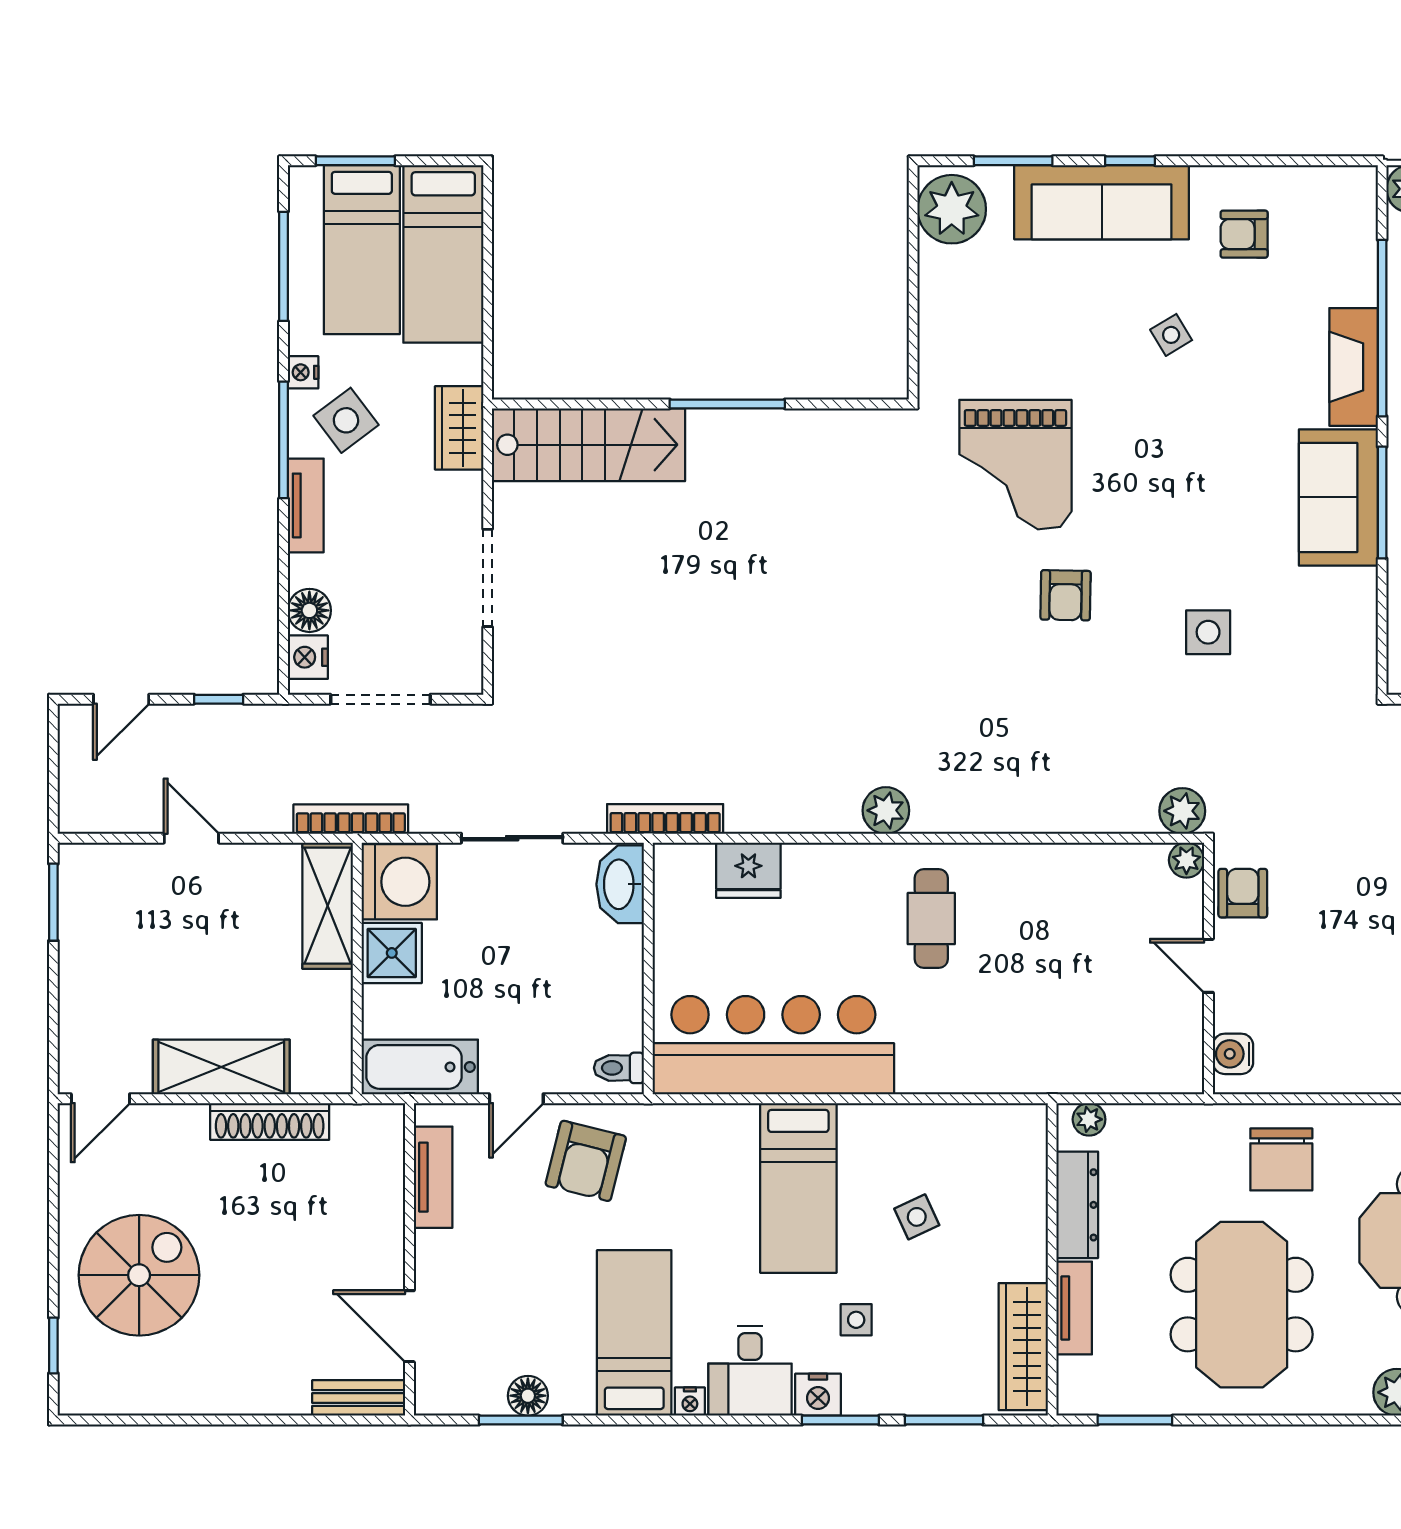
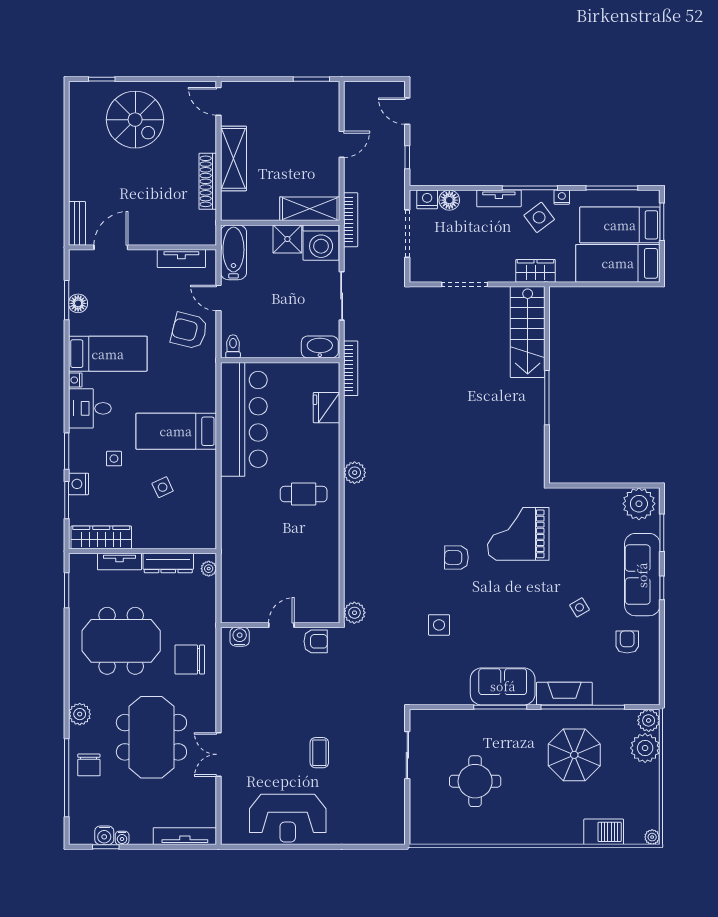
plant: (1186, 860) -> (331, 615), removed
nightstand: (818, 1395) -> (79, 484), moved

